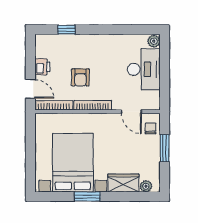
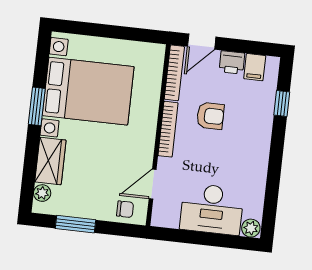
filing cabinet: (44, 51) -> (255, 67), added
armchair: (80, 77) -> (210, 116), turned 180
window: (165, 148) -> (75, 224), moved

